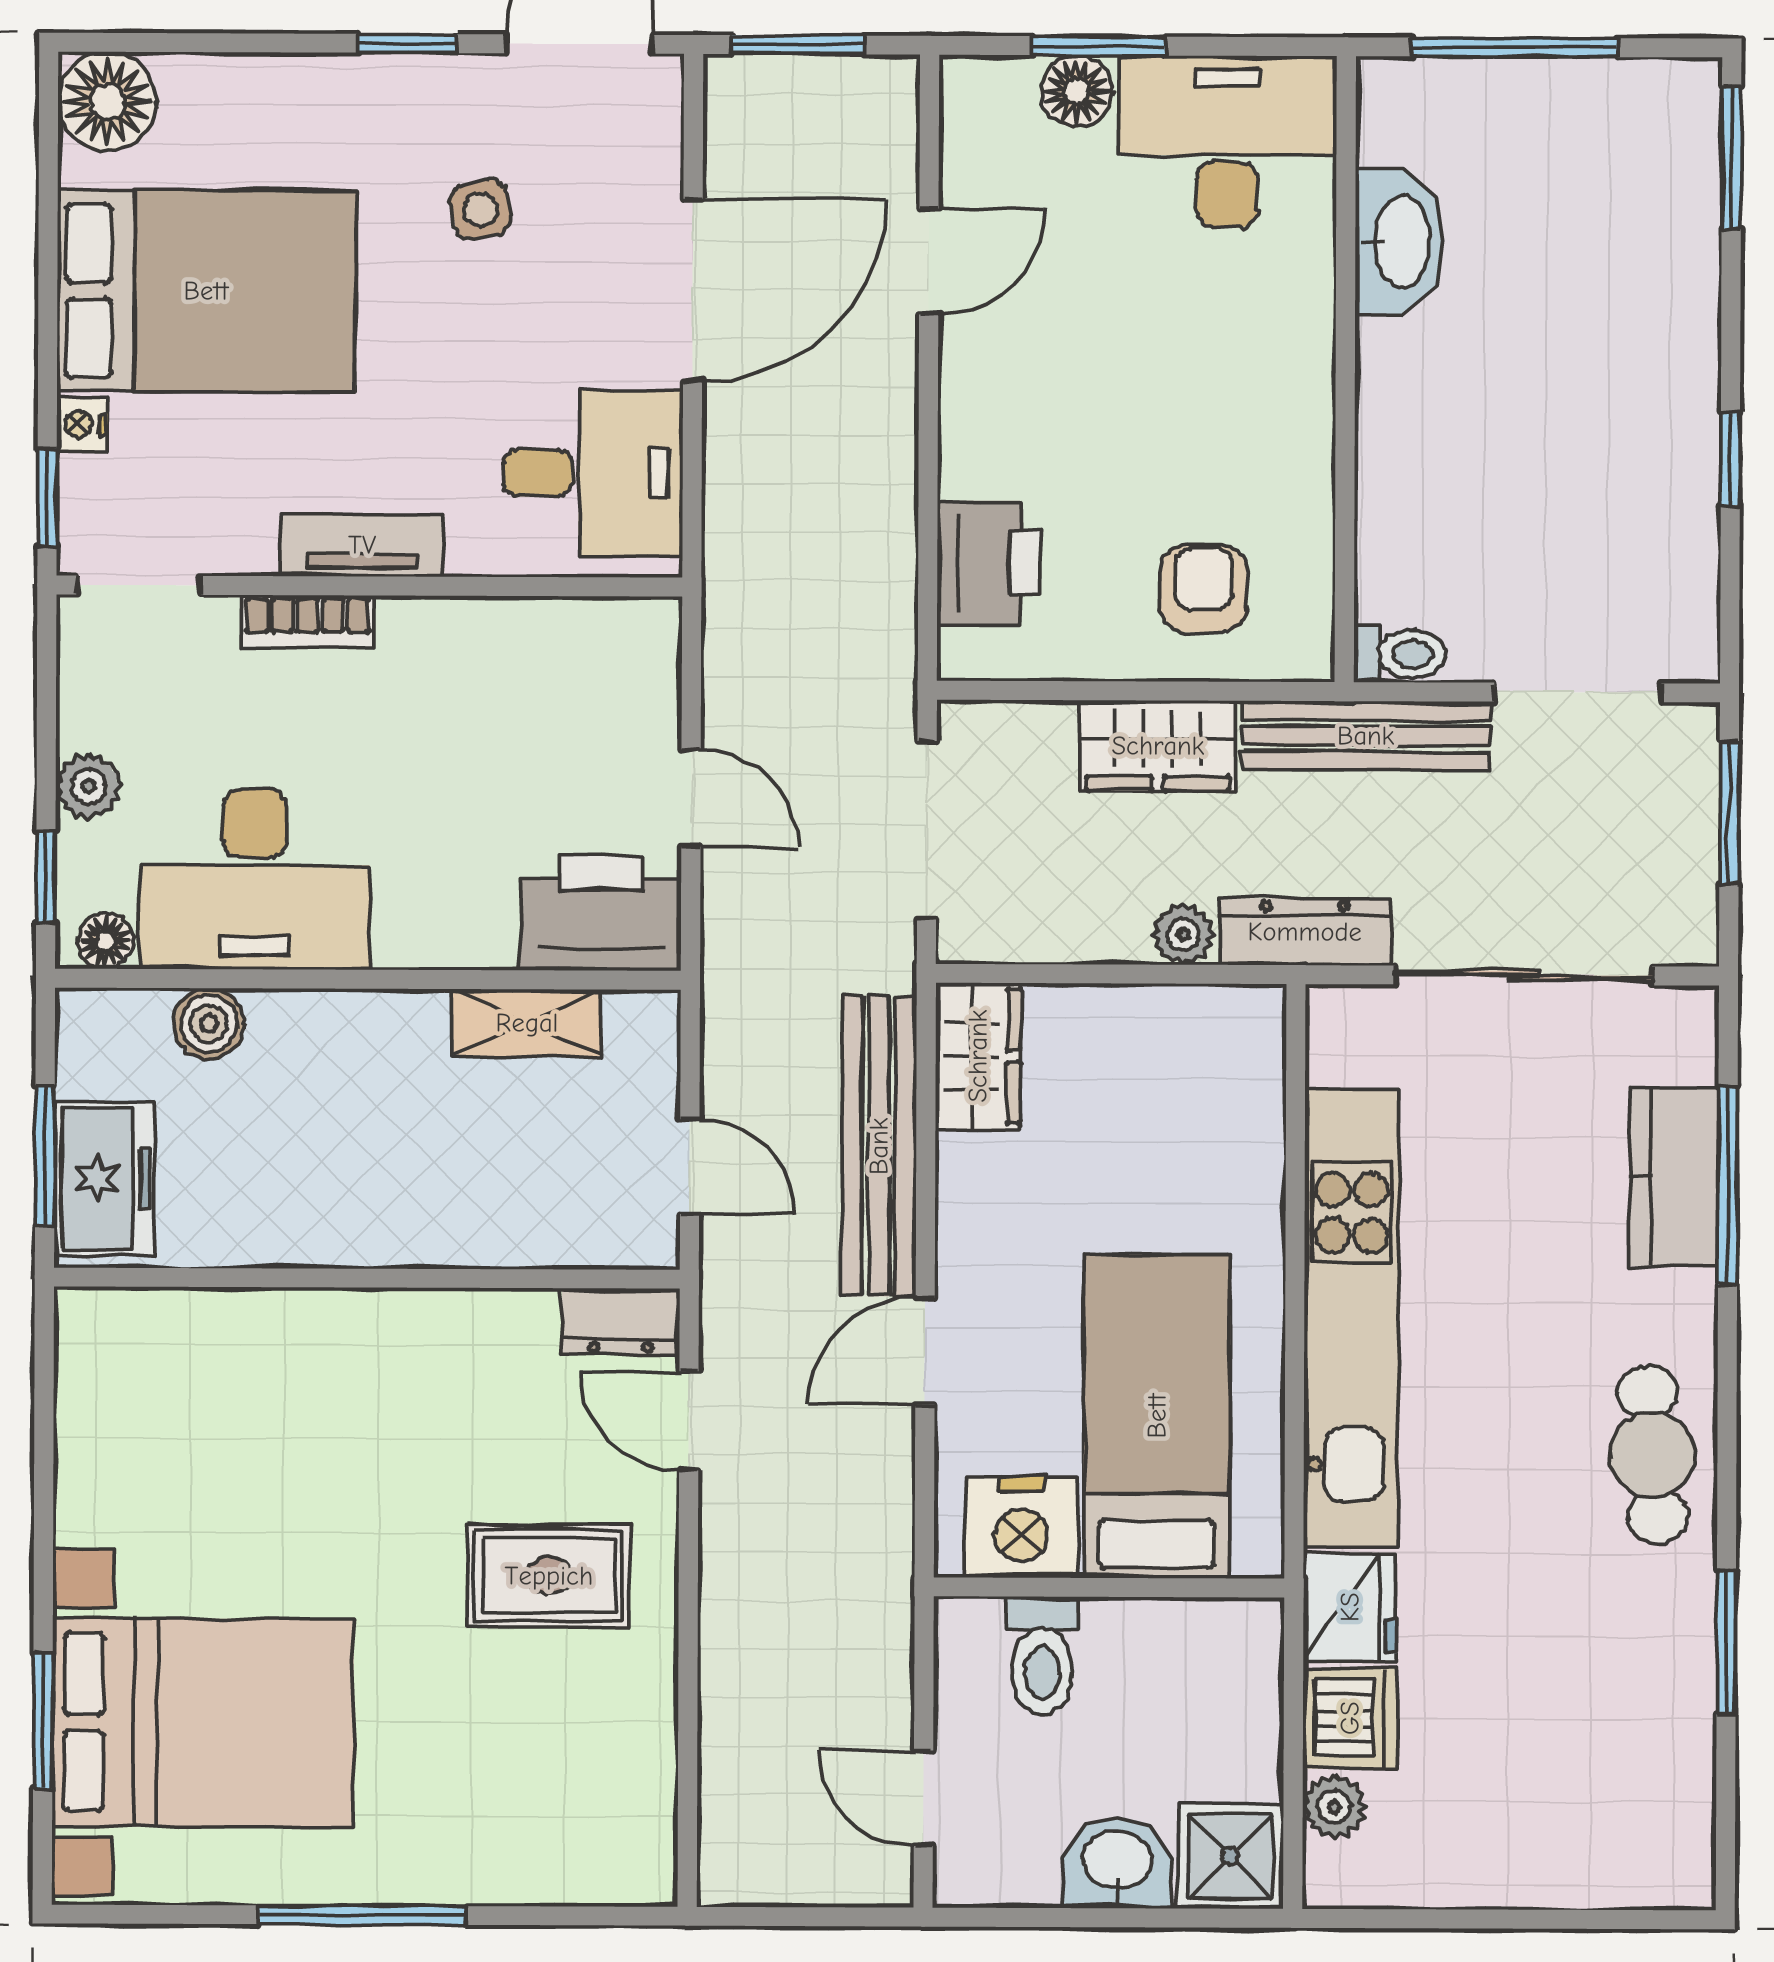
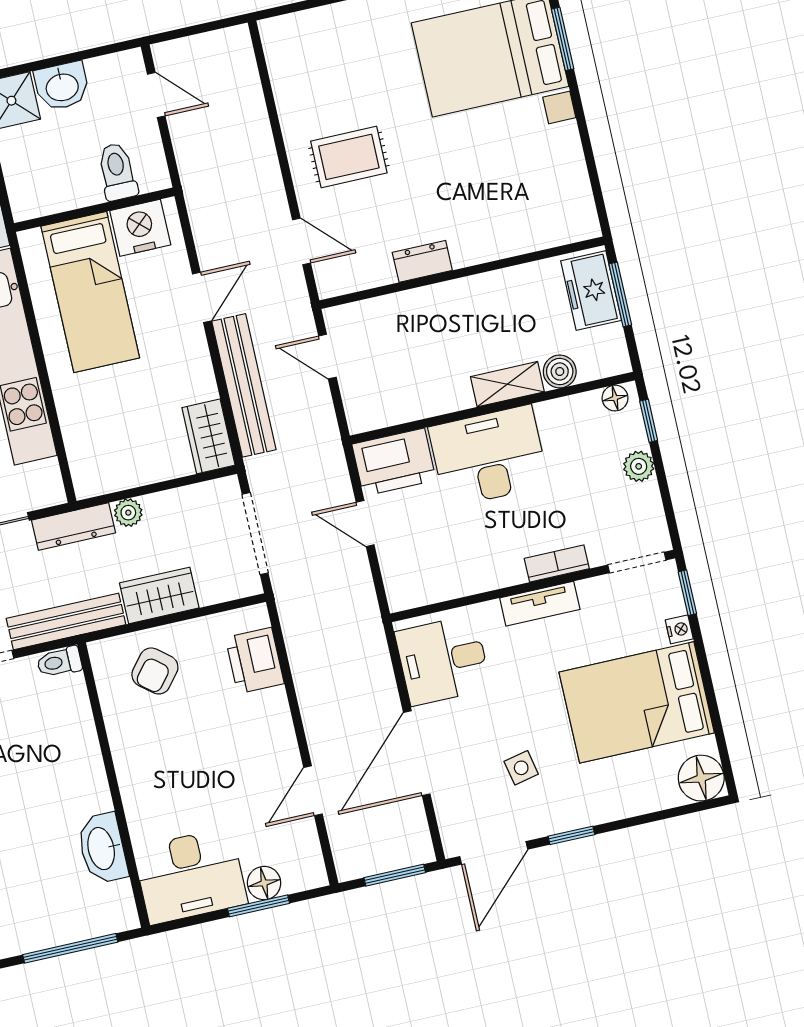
armchair: (1203, 589) -> (155, 671), turned 39
desk: (255, 879) -> (489, 456), moved
shelving: (527, 1023) -> (507, 384), moved
dresser: (621, 1322) -> (422, 261), moved

